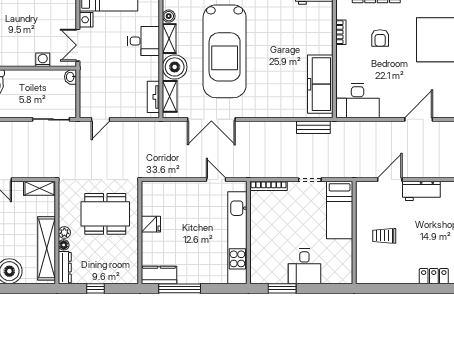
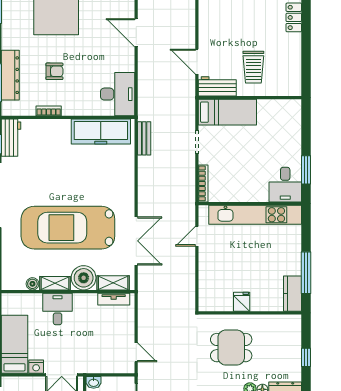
car: (225, 51) -> (68, 228), turned 180
workbench: (421, 191) -> (217, 86), moved, turned -90
dining table: (105, 214) -> (231, 348), width x0.73
trolley: (384, 236) -> (253, 67), width x1.36, depth x1.39
desk: (304, 266) -> (285, 185), moved, turned 90

